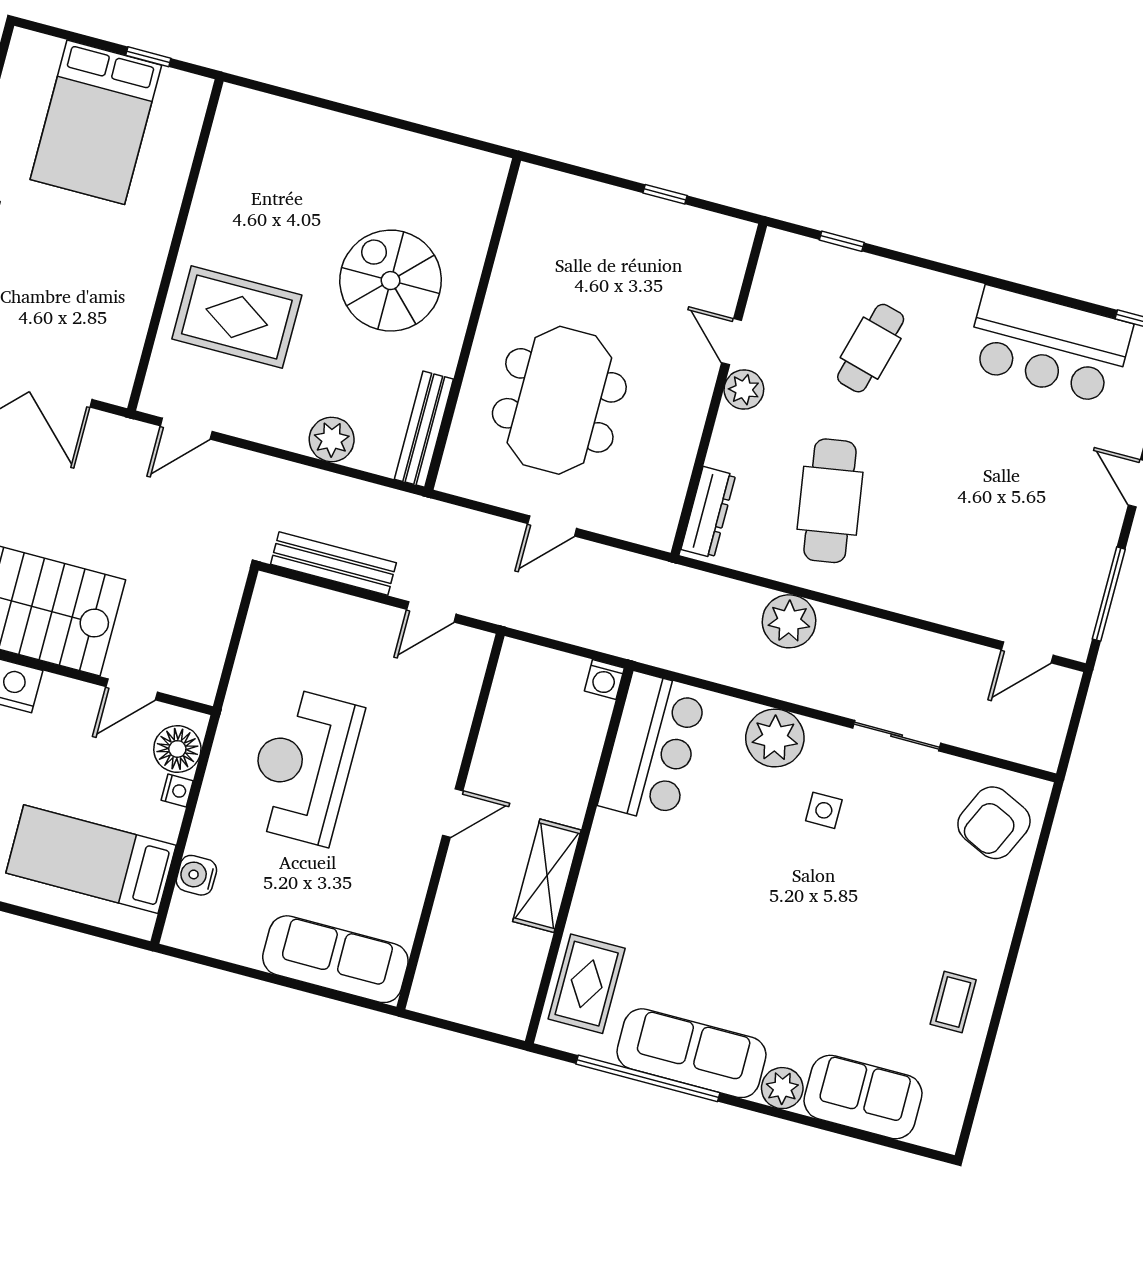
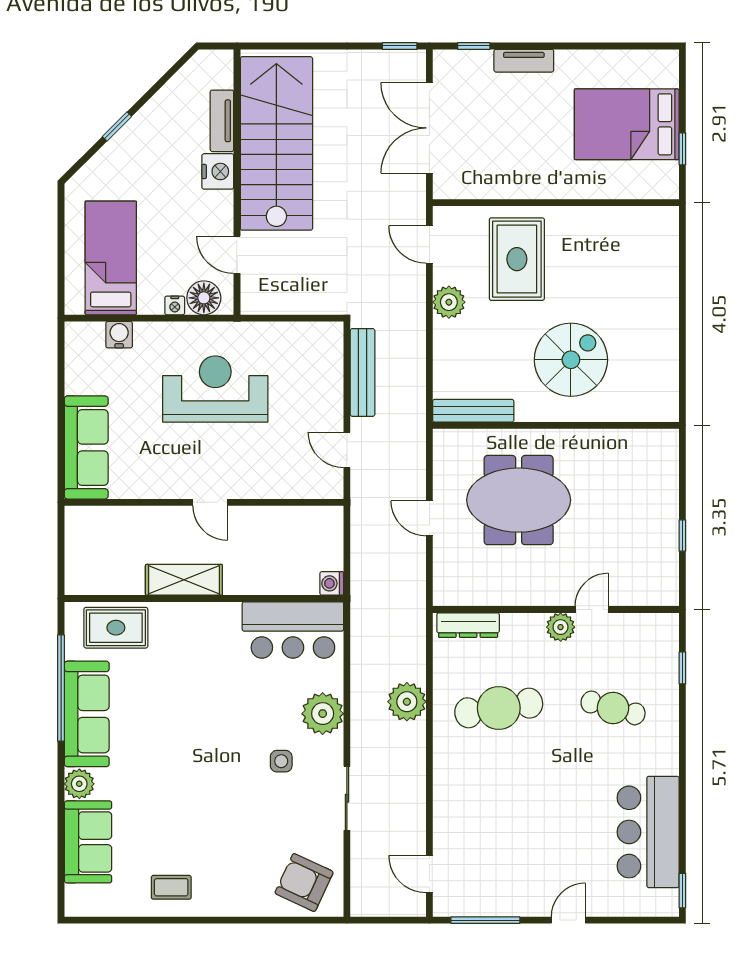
plant: (332, 439) -> (449, 302), moved

